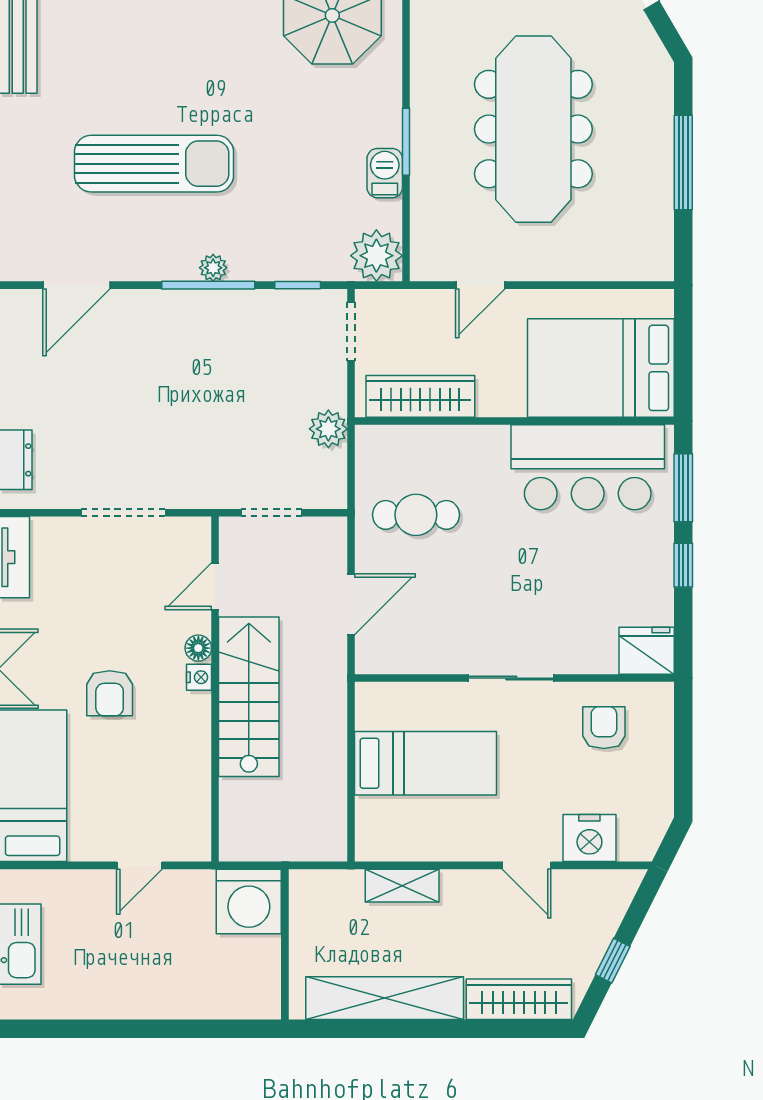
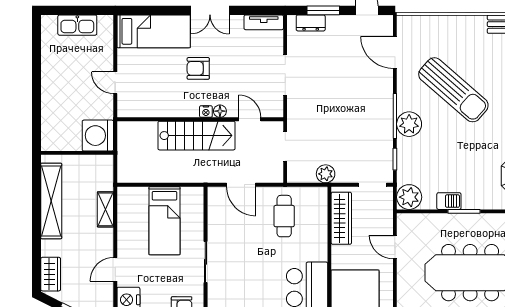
sun lounger: (154, 164) -> (453, 90), turned -49
plant: (213, 268) -> (409, 124), width x1.88, depth x1.88
wardrobe: (519, 999) -> (51, 274), width x0.67

